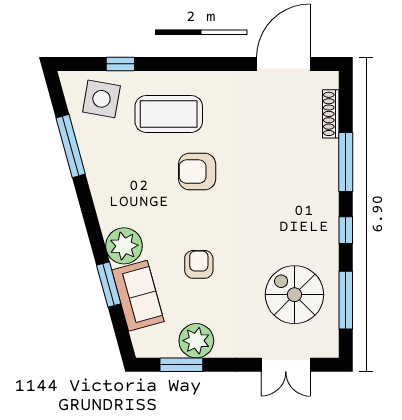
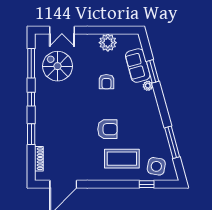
window: (346, 162) -> (31, 134), width x0.69
plant: (124, 246) -> (148, 86), width x0.53, depth x0.53
spiral stairs: (294, 295) -> (58, 66), turned 180
window: (181, 365) -> (115, 30), removed
double door: (286, 365) -> (62, 30), swing flipped

